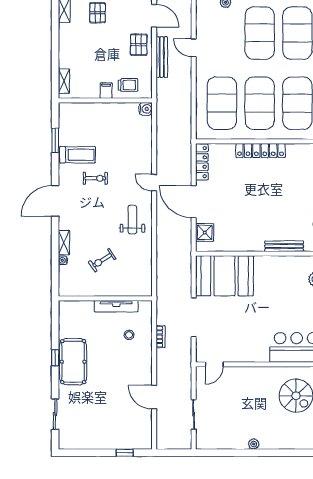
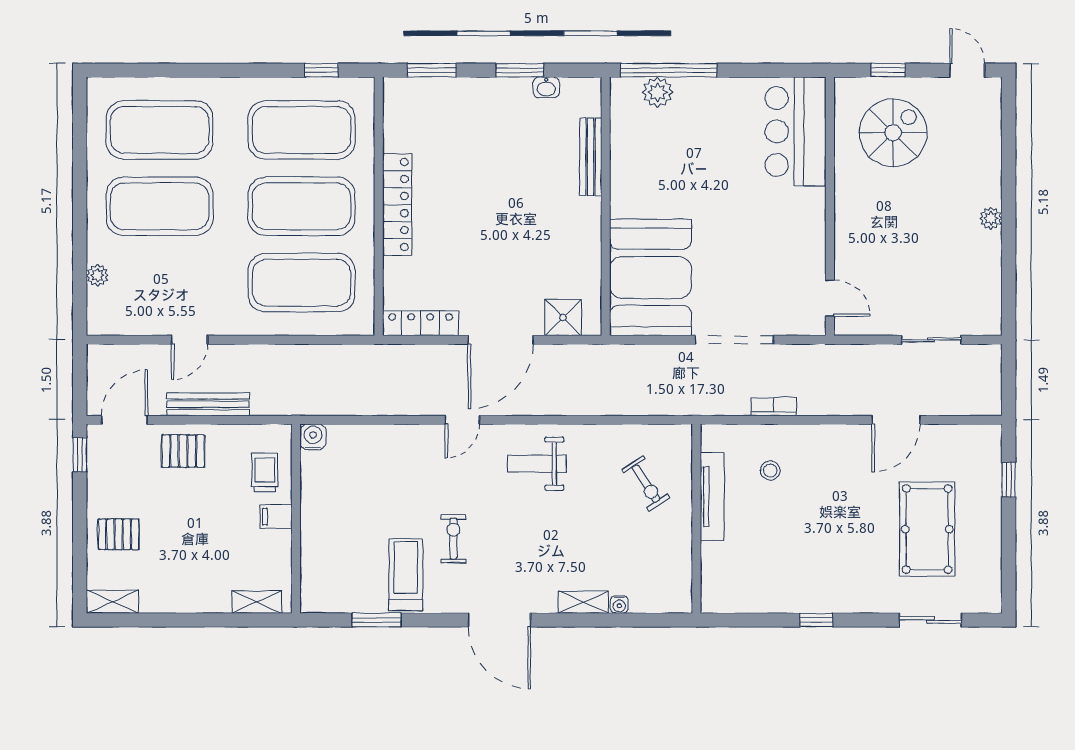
exercise bike: (102, 260) -> (646, 484), moved
pool table: (73, 362) -> (927, 529), moved, turned 90

